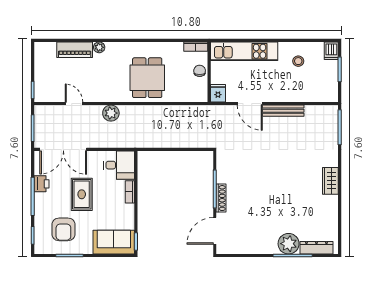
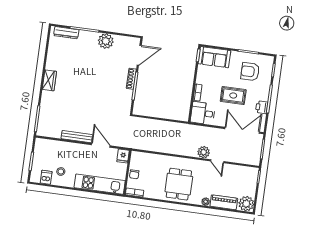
dishwasher: (331, 51) -> (46, 177), moved
plant: (44, 52) -> (246, 204), added
dining table: (147, 78) -> (179, 184), moved
door: (74, 103) -> (217, 161), moved
rug: (82, 194) -> (233, 96), turned 90
armchair: (63, 229) -> (250, 72), turned -90
plant: (289, 244) -> (106, 41), moved

